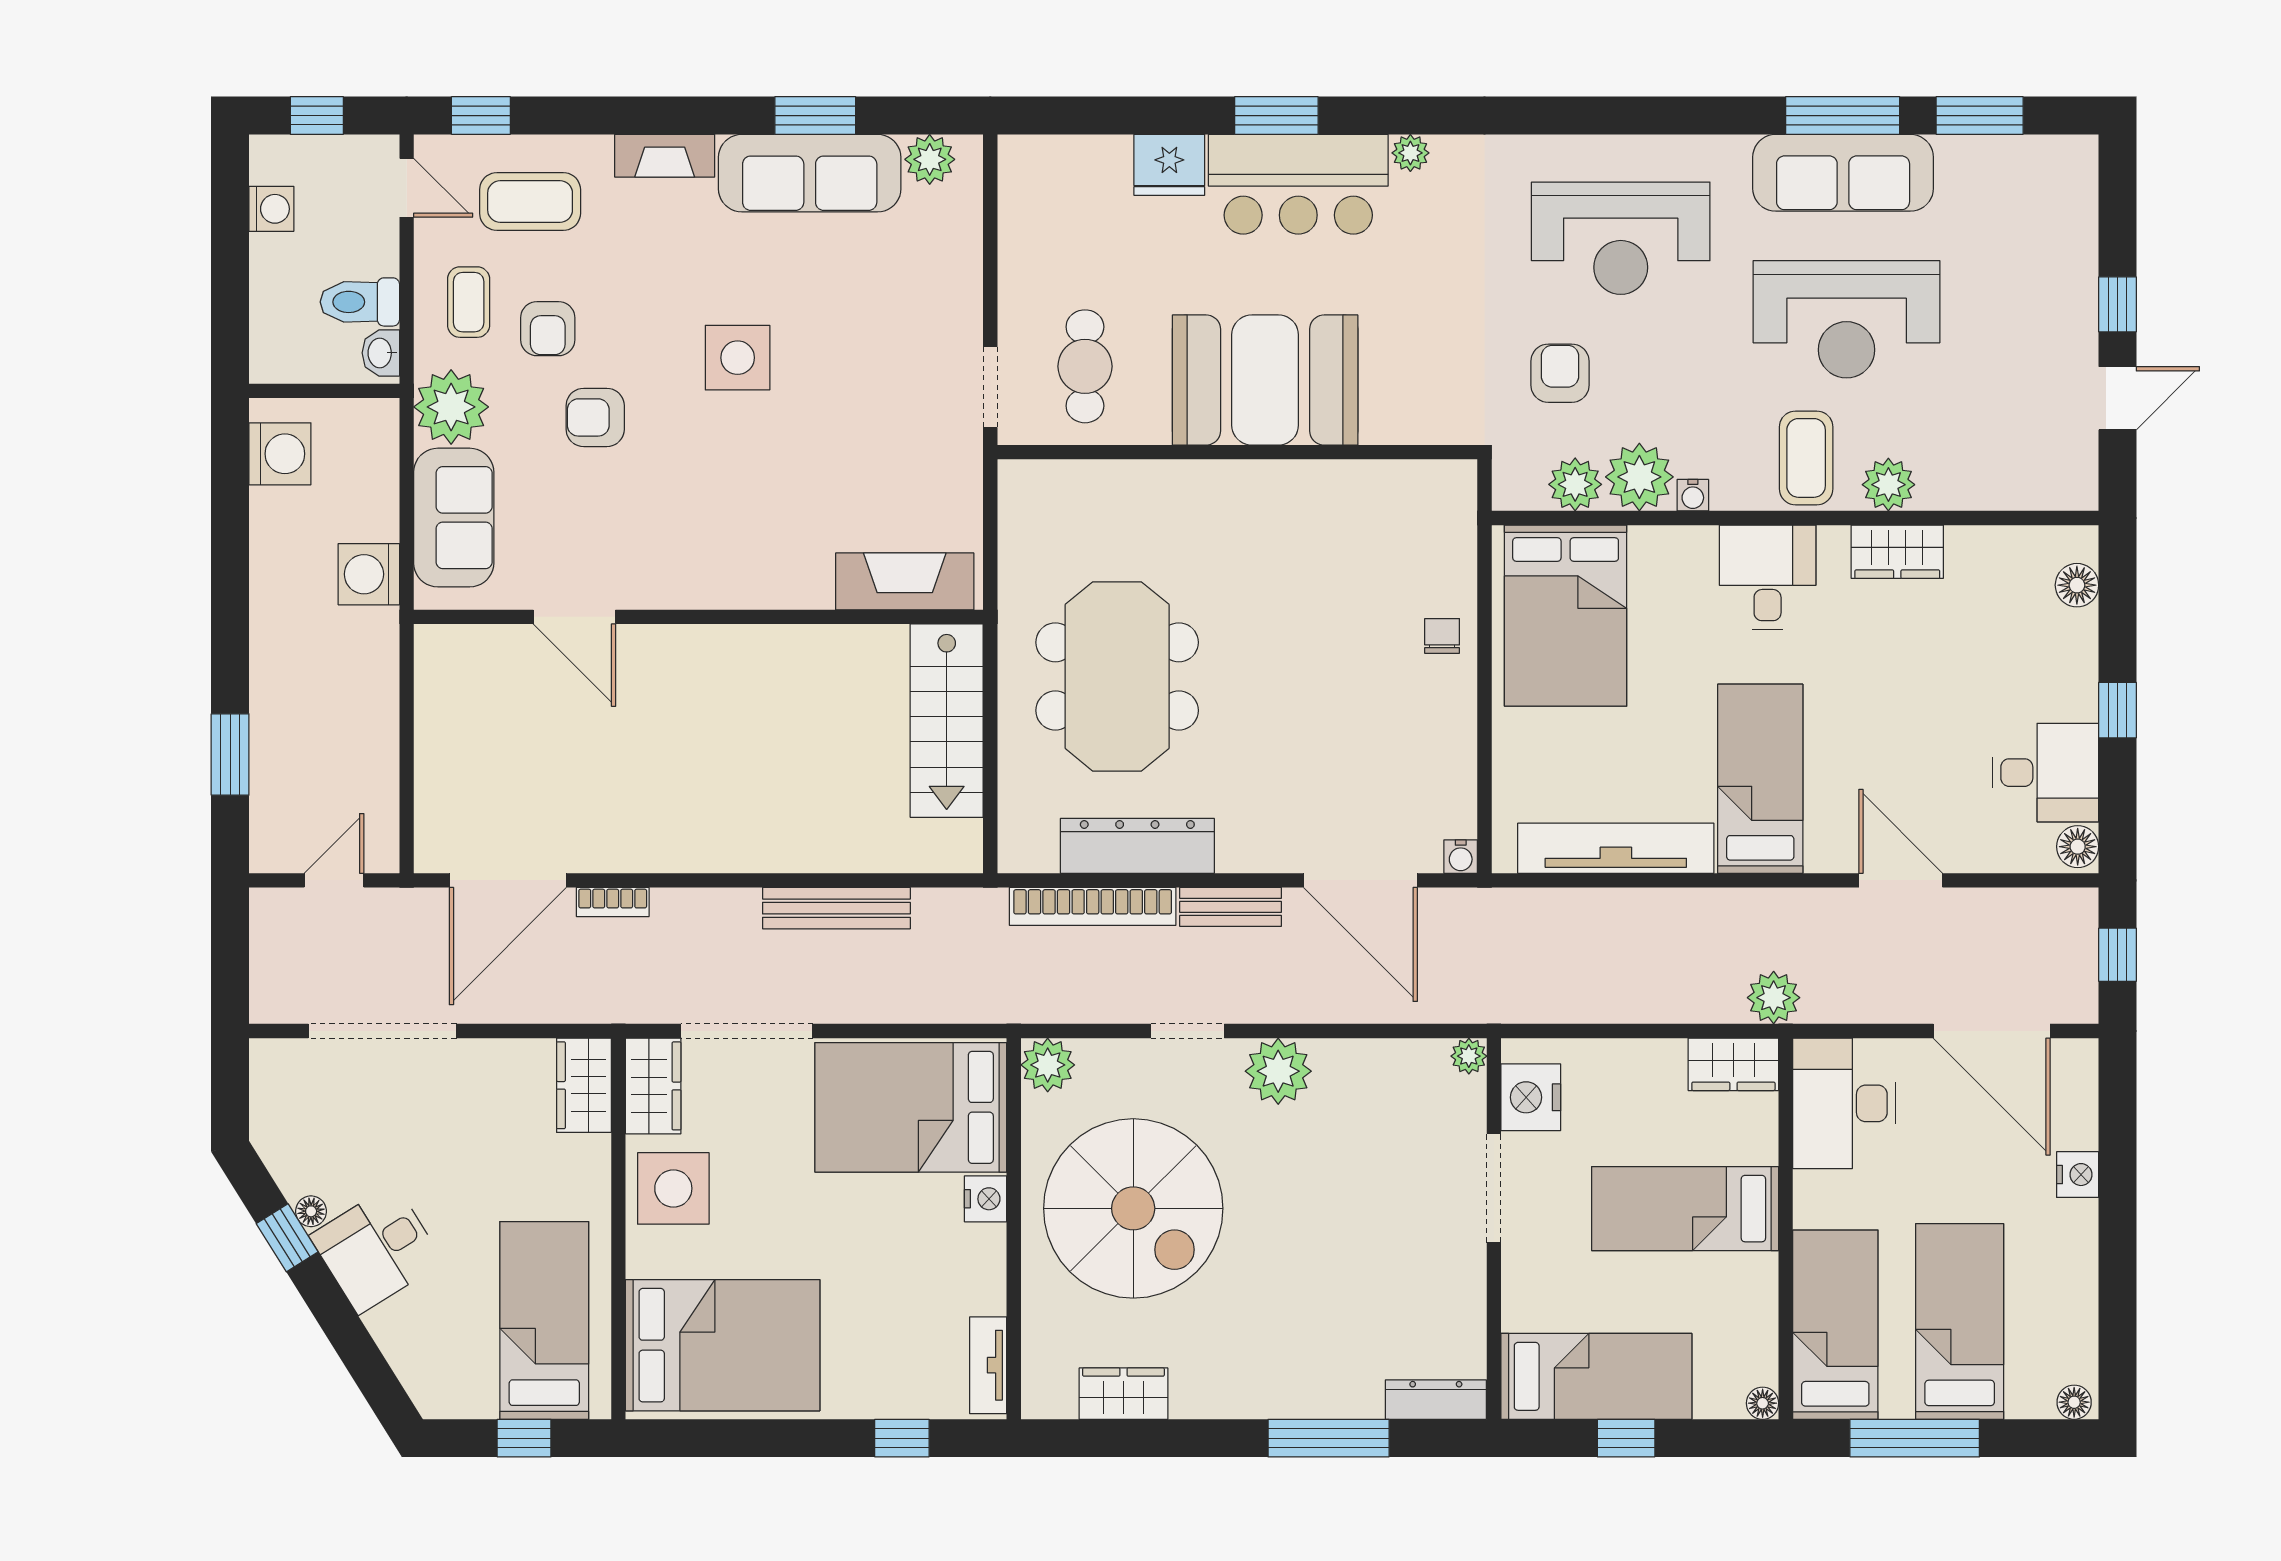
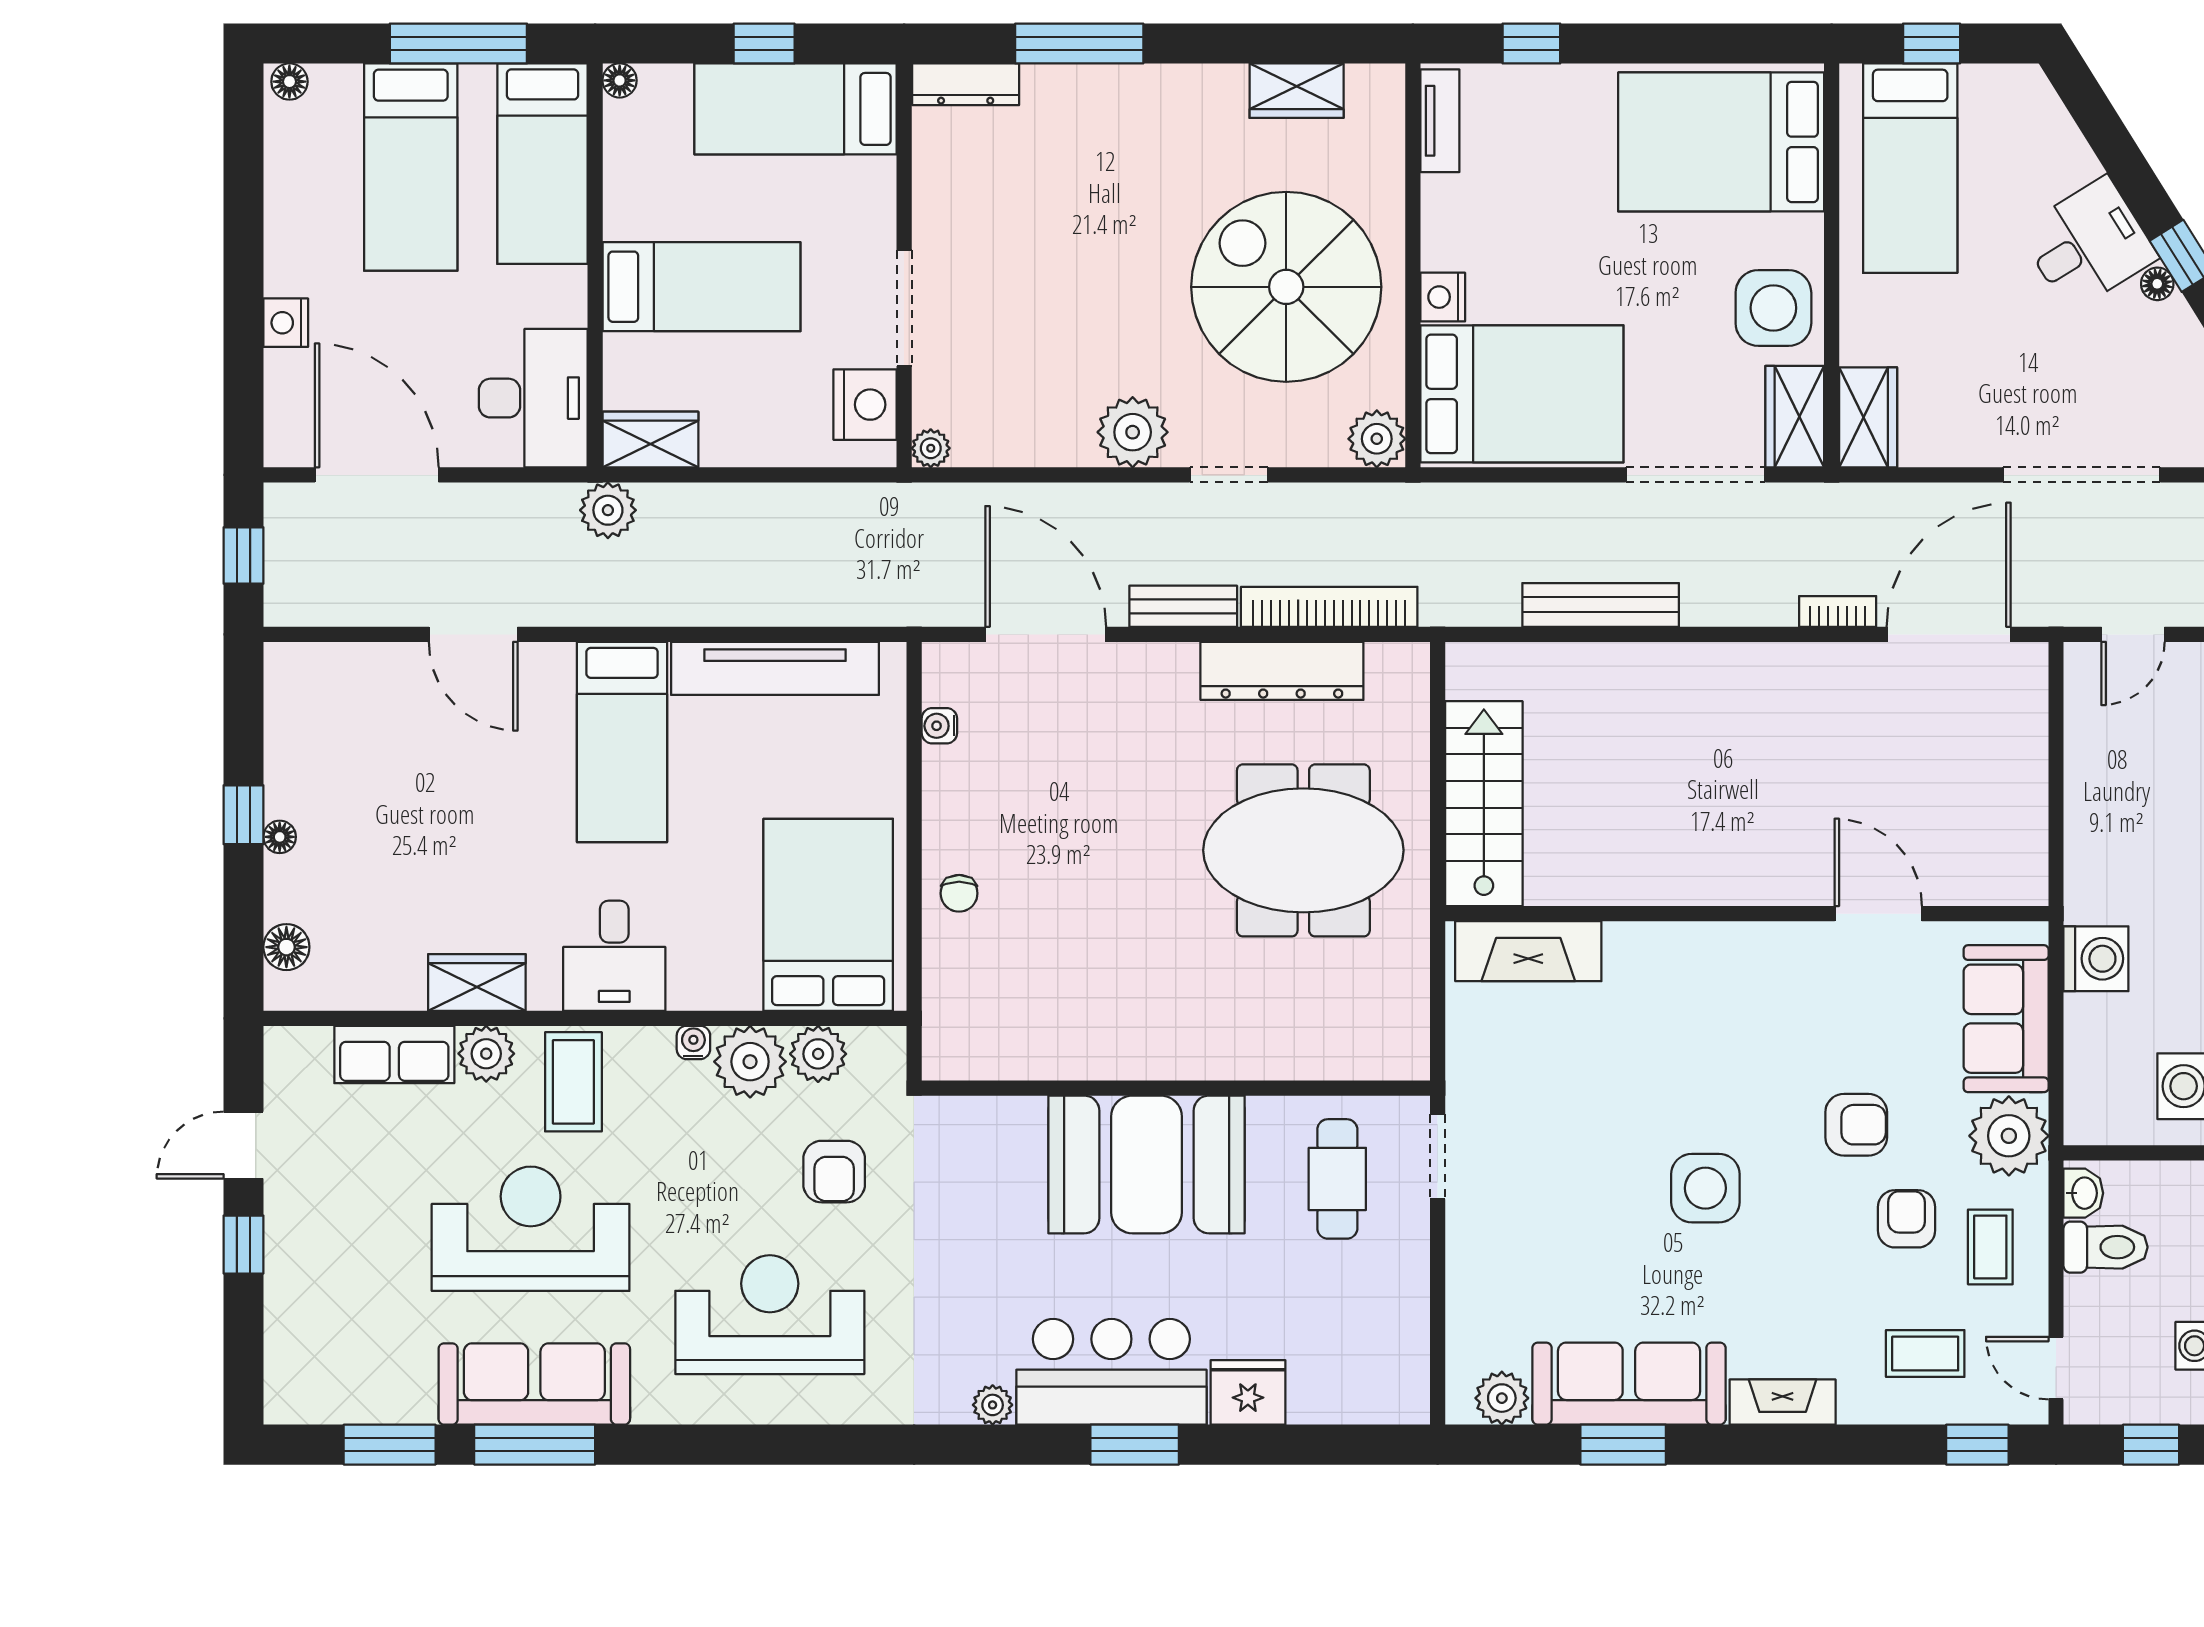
coffee table: (530, 202) -> (1925, 1354), width x0.73, depth x0.77
row of seats: (1975, 484) -> (394, 1054), added
meeting table: (1117, 676) -> (1303, 850), turned 90
desk: (2046, 773) -> (320, 749), removed
floor lamp: (2078, 847) -> (280, 837), moved, width x0.73, depth x0.73
water cooler: (1461, 857) -> (939, 726), moved, turned -90

